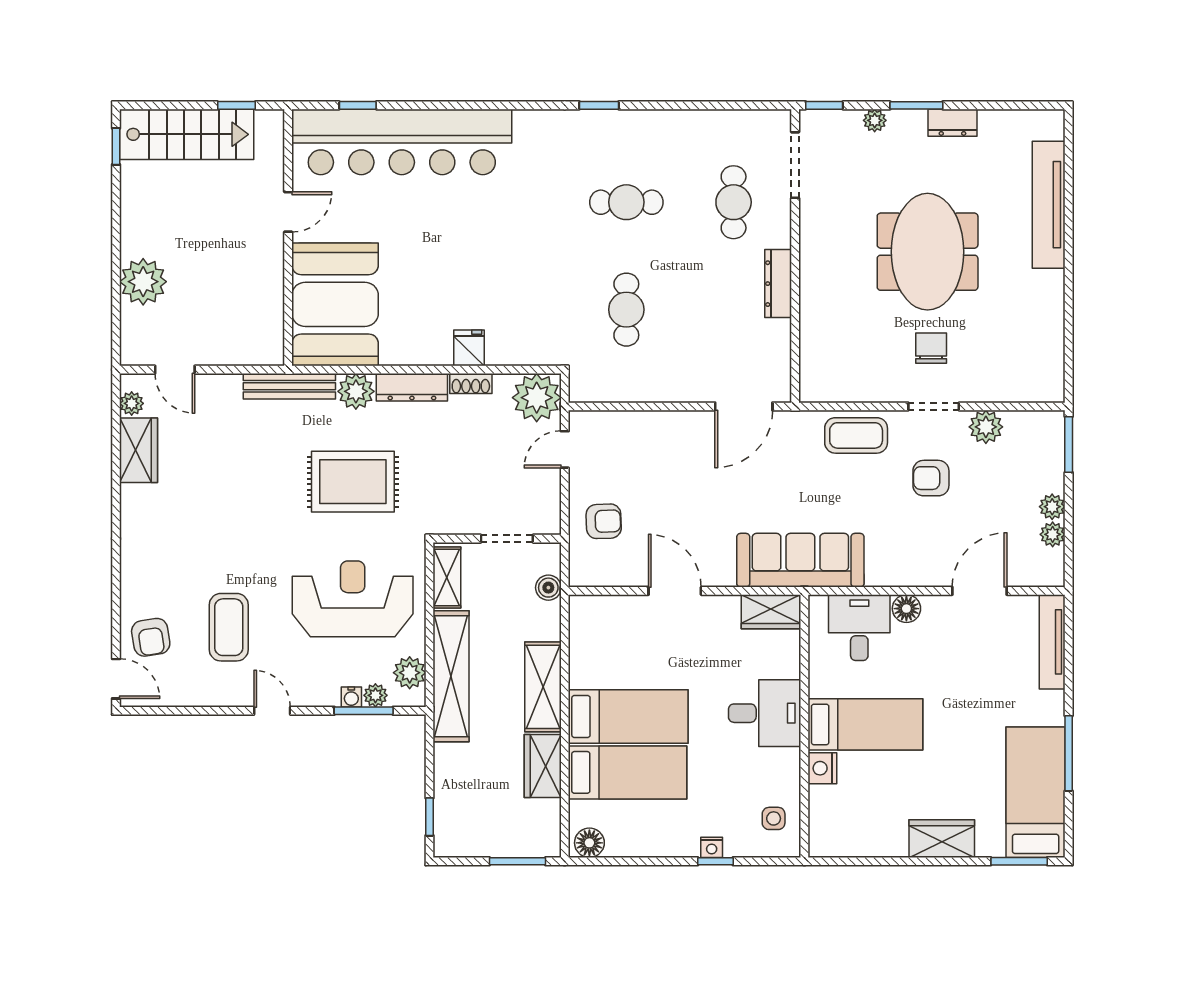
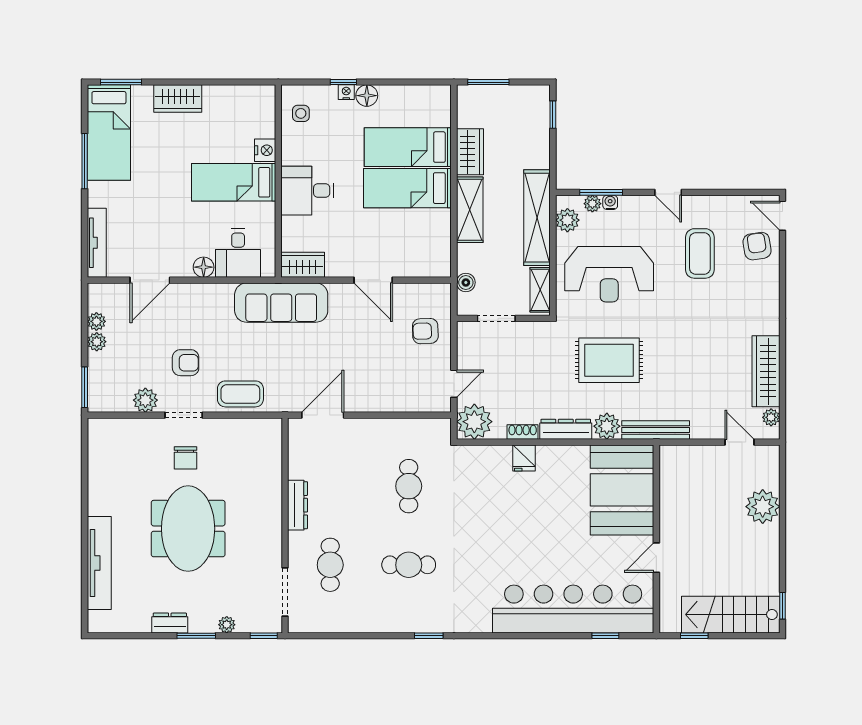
wardrobe: (139, 450) -> (766, 371), width x1.50
floor lamp: (589, 843) -> (367, 96), moved

